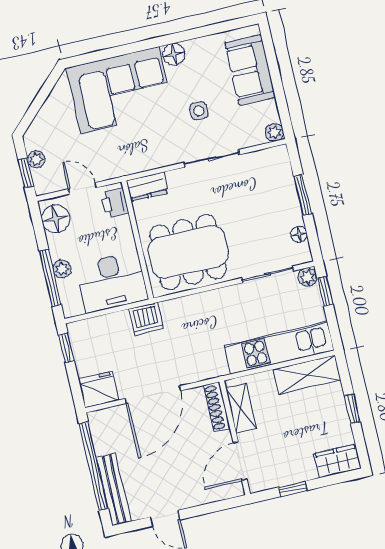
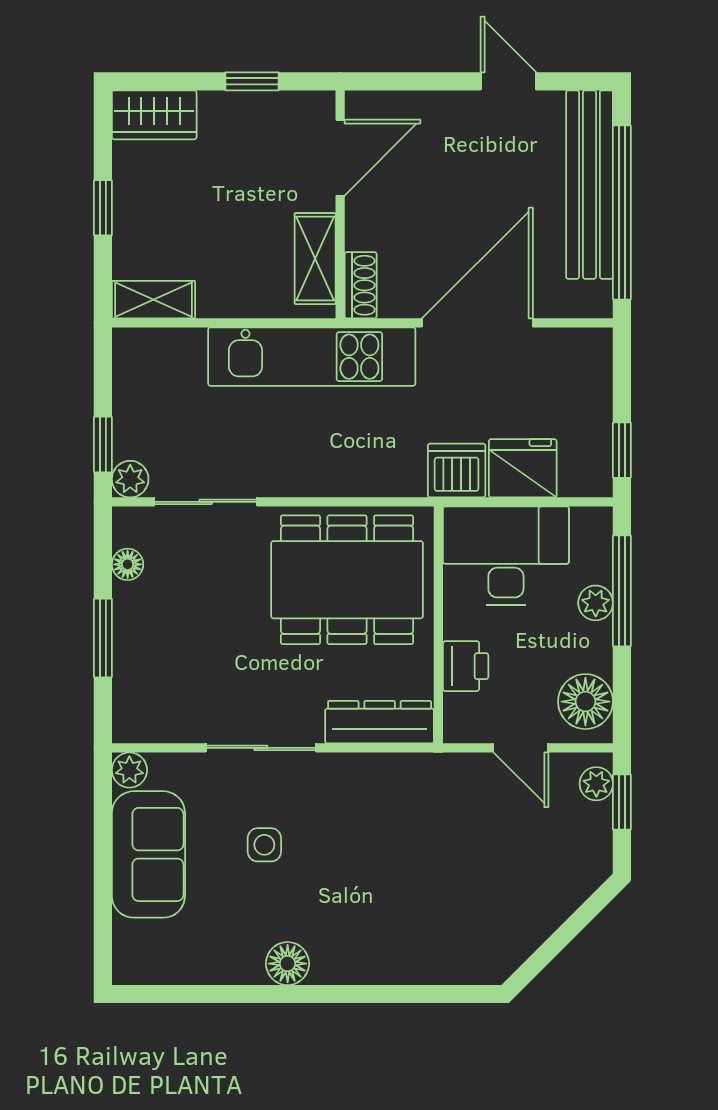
sofa: (250, 70) -> (148, 854), moved
corner sofa: (120, 90) -> (406, 919), removed
plant: (36, 159) -> (596, 784), moved
dresser: (147, 187) -> (380, 722), width x1.44
printer: (115, 203) -> (466, 666), moved
kitchen unit: (279, 348) -> (312, 357), moved
shelving: (307, 374) -> (154, 300), width x0.67, depth x0.75
fridge: (98, 390) -> (523, 468), moved, turned 180
shoe rack: (217, 407) -> (361, 285), width x0.70
bench: (114, 489) -> (589, 185), width x1.37, depth x1.21

